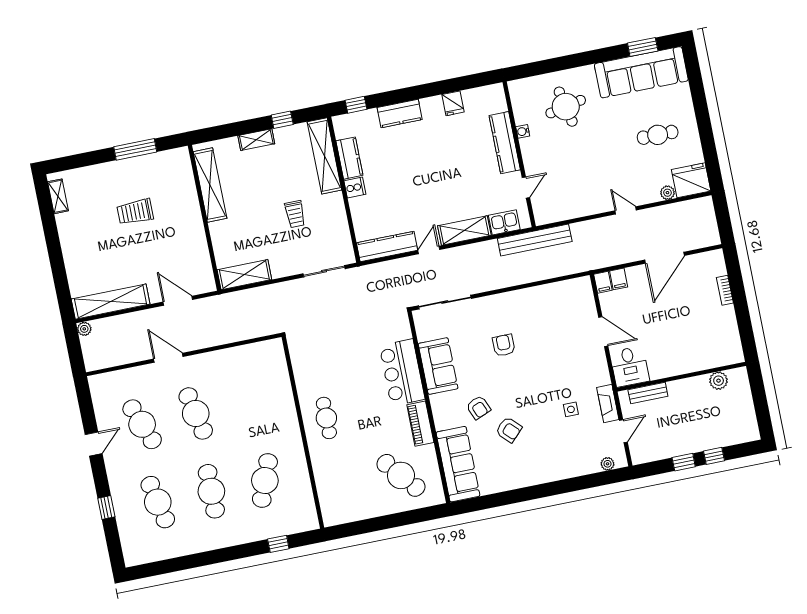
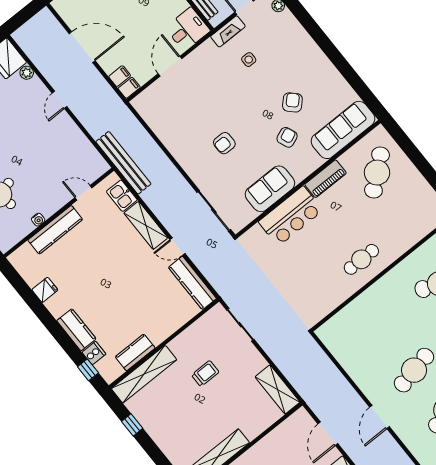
shelving: (256, 140) -> (160, 438), removed
cooker: (355, 188) -> (94, 353), moved, turned 90

